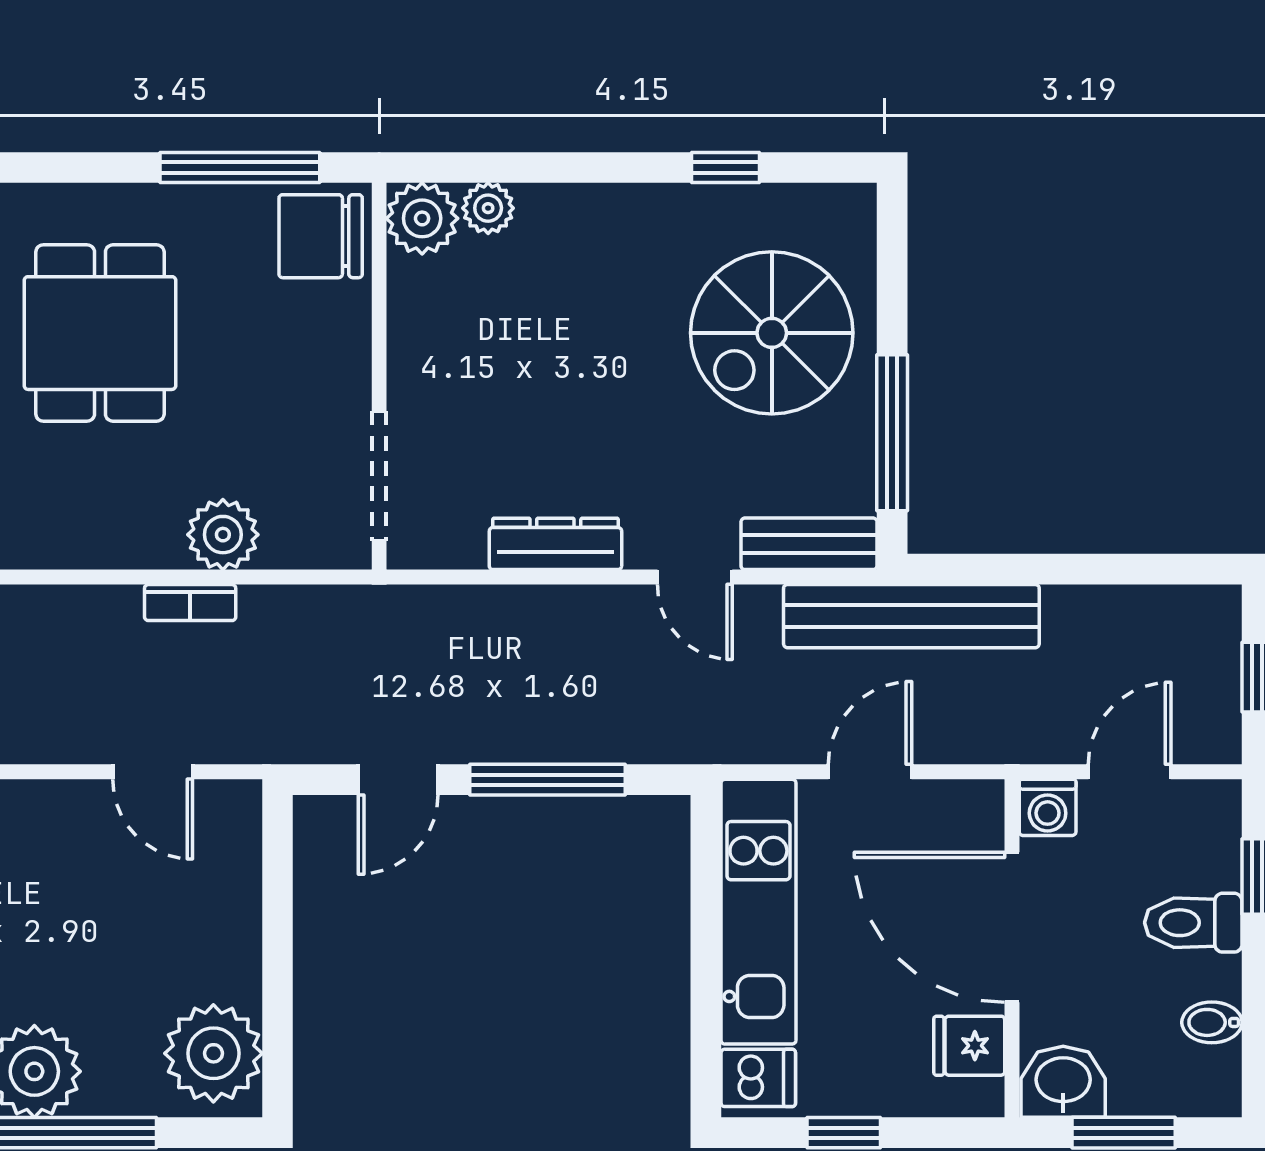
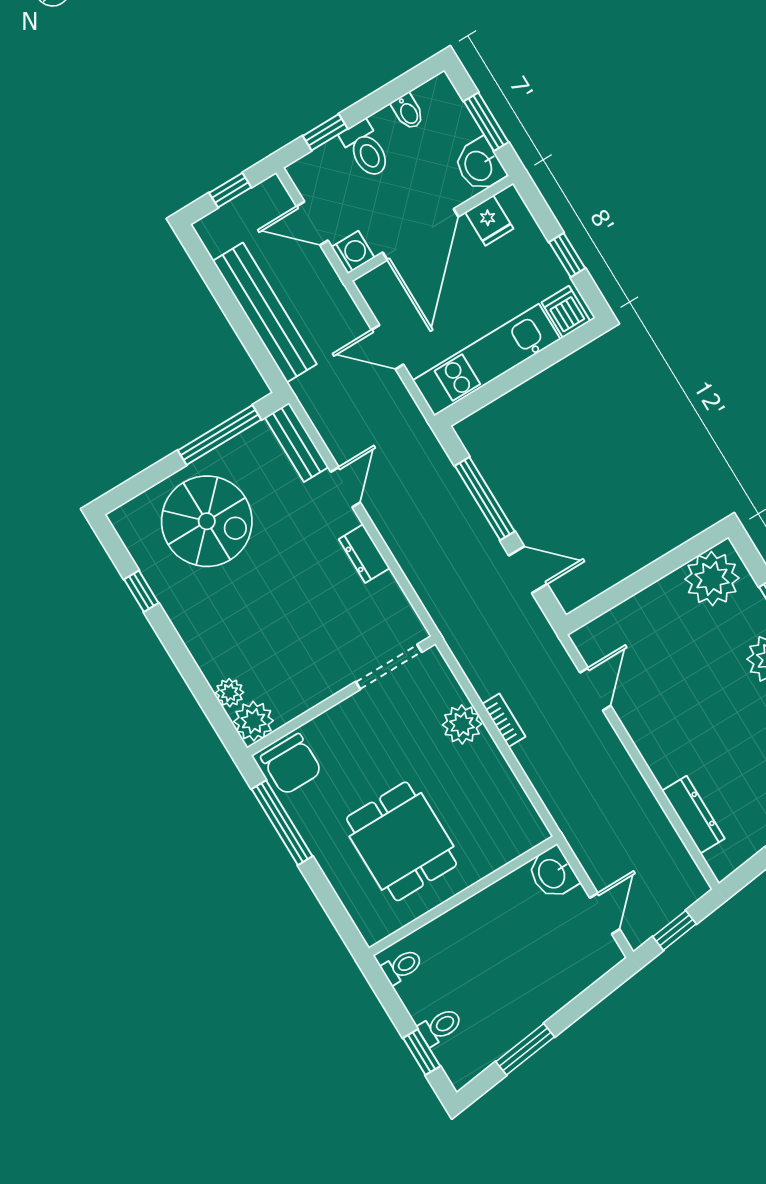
dining table: (100, 333) -> (402, 841), turned 90
dresser: (555, 544) -> (364, 554), width x0.70
bench: (911, 616) -> (265, 313), moved

